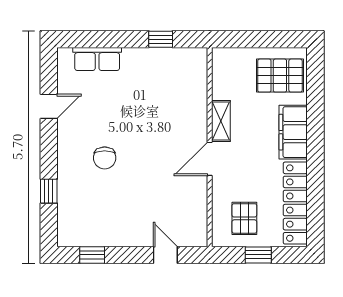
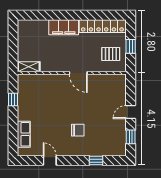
pallet: (280, 76) -> (33, 34), removed
shelving: (221, 121) -> (29, 67), moved
door: (165, 255) -> (131, 112), moved

